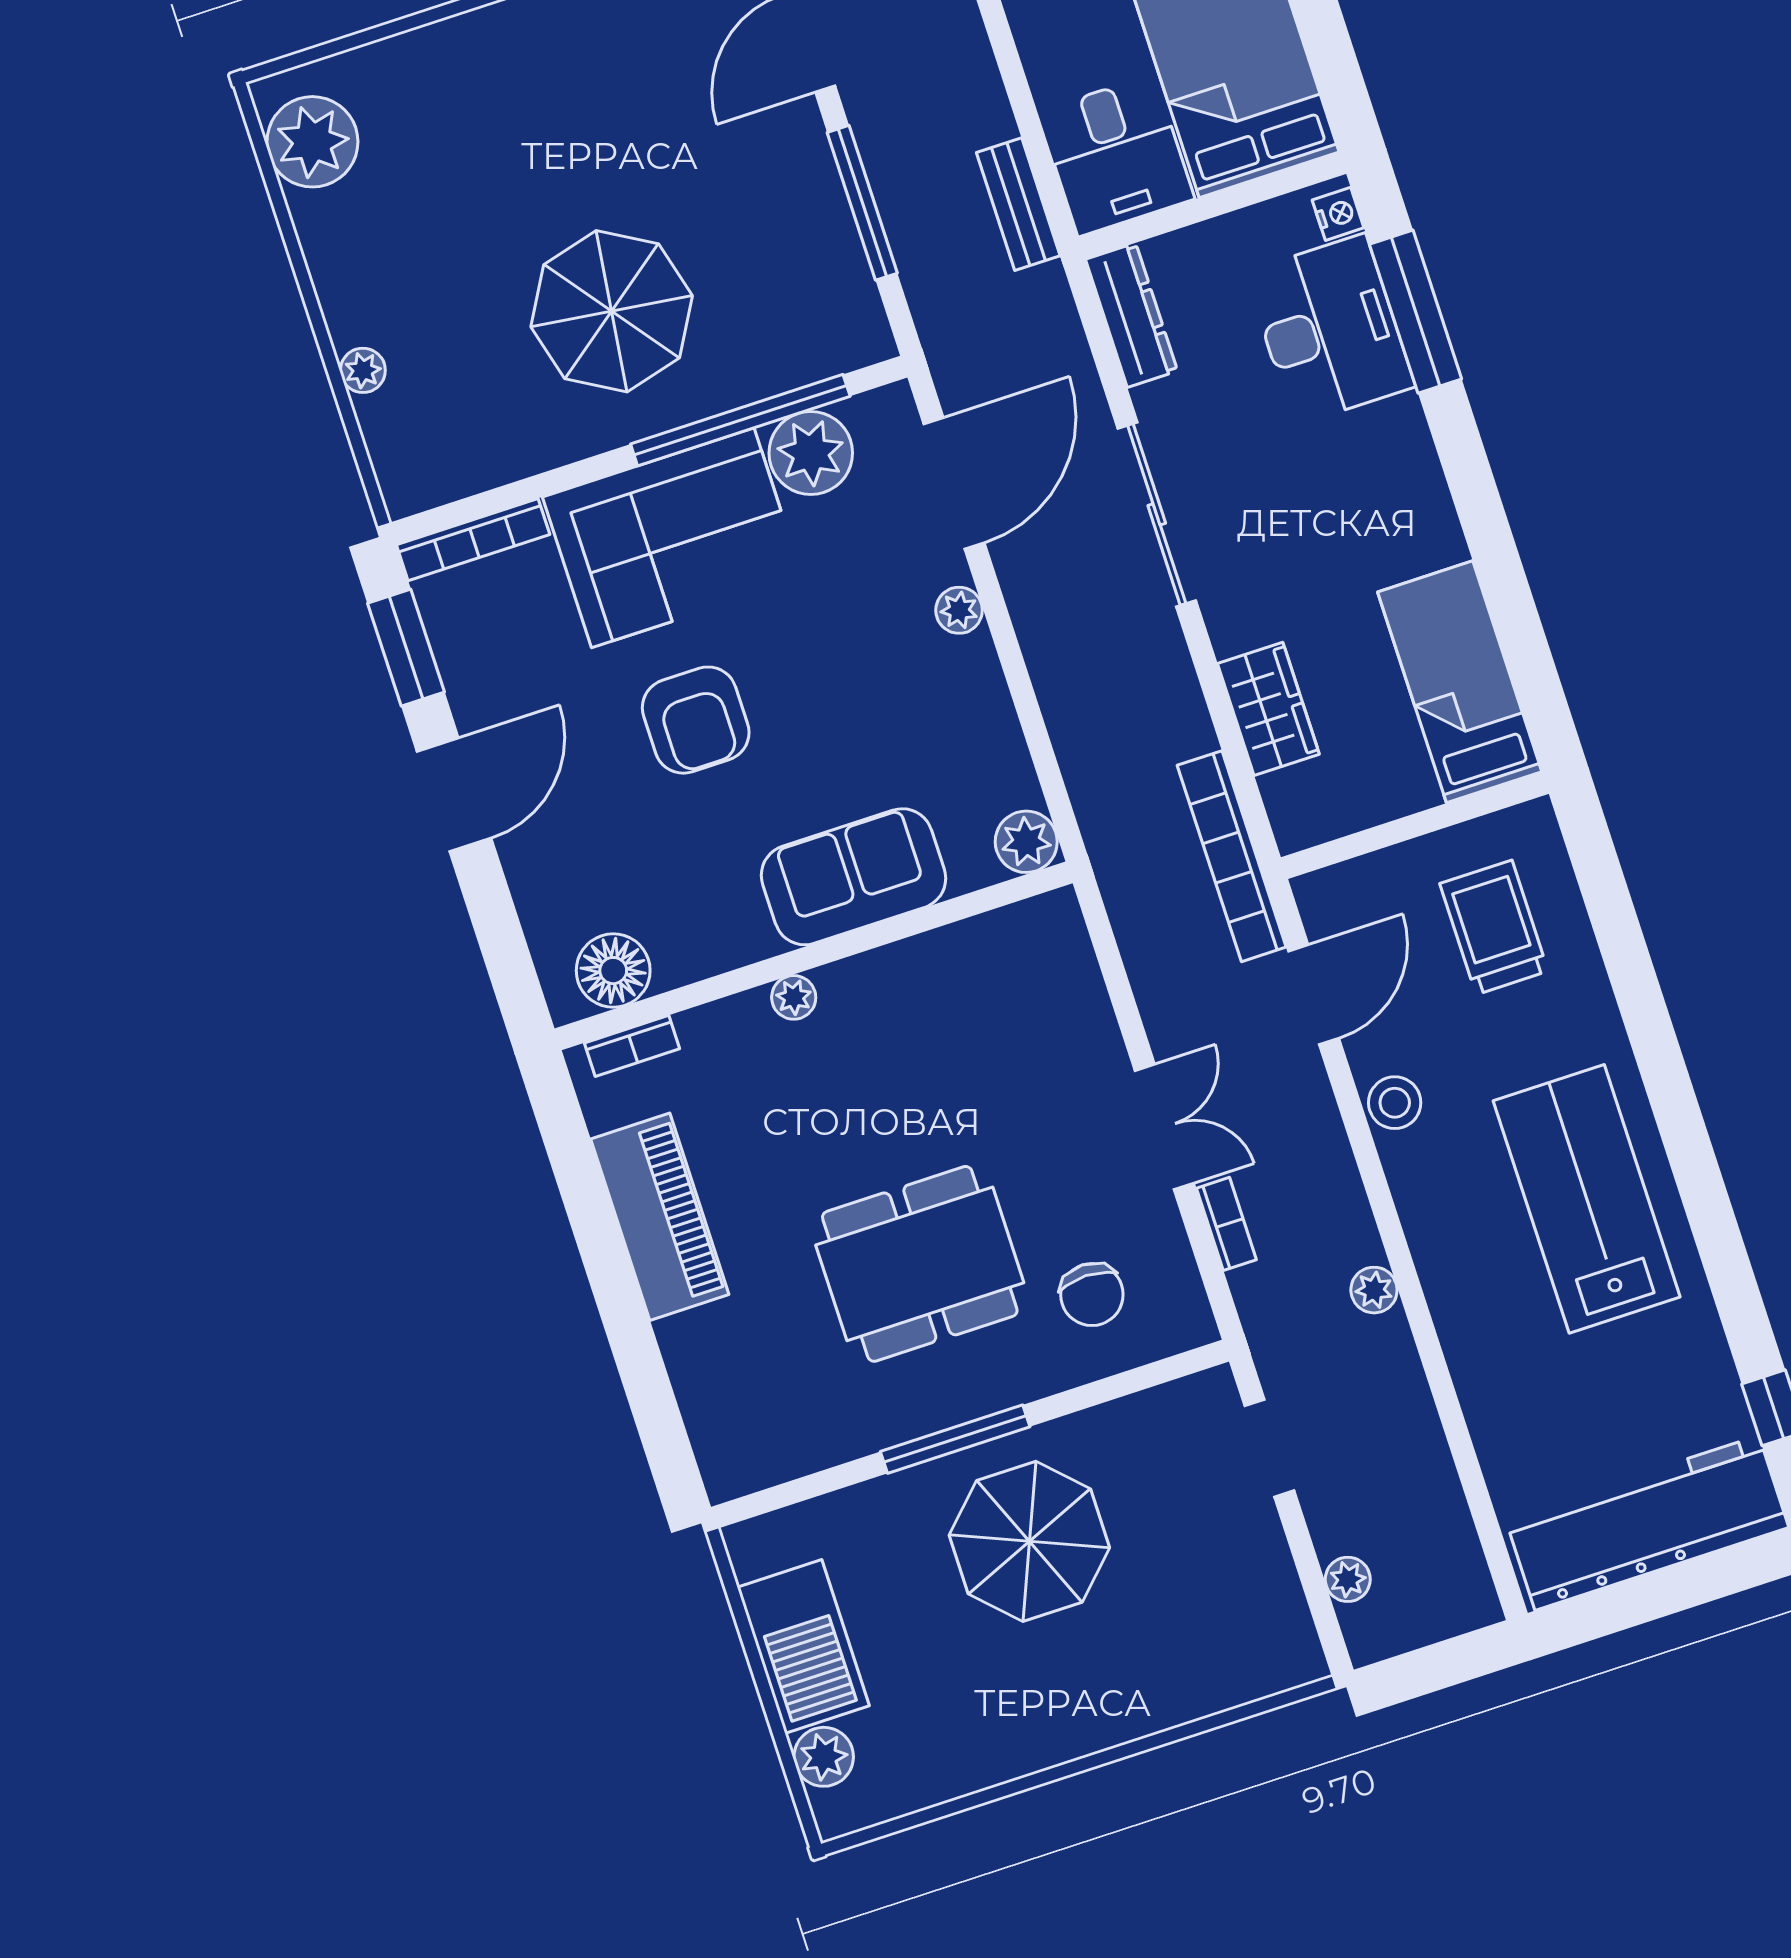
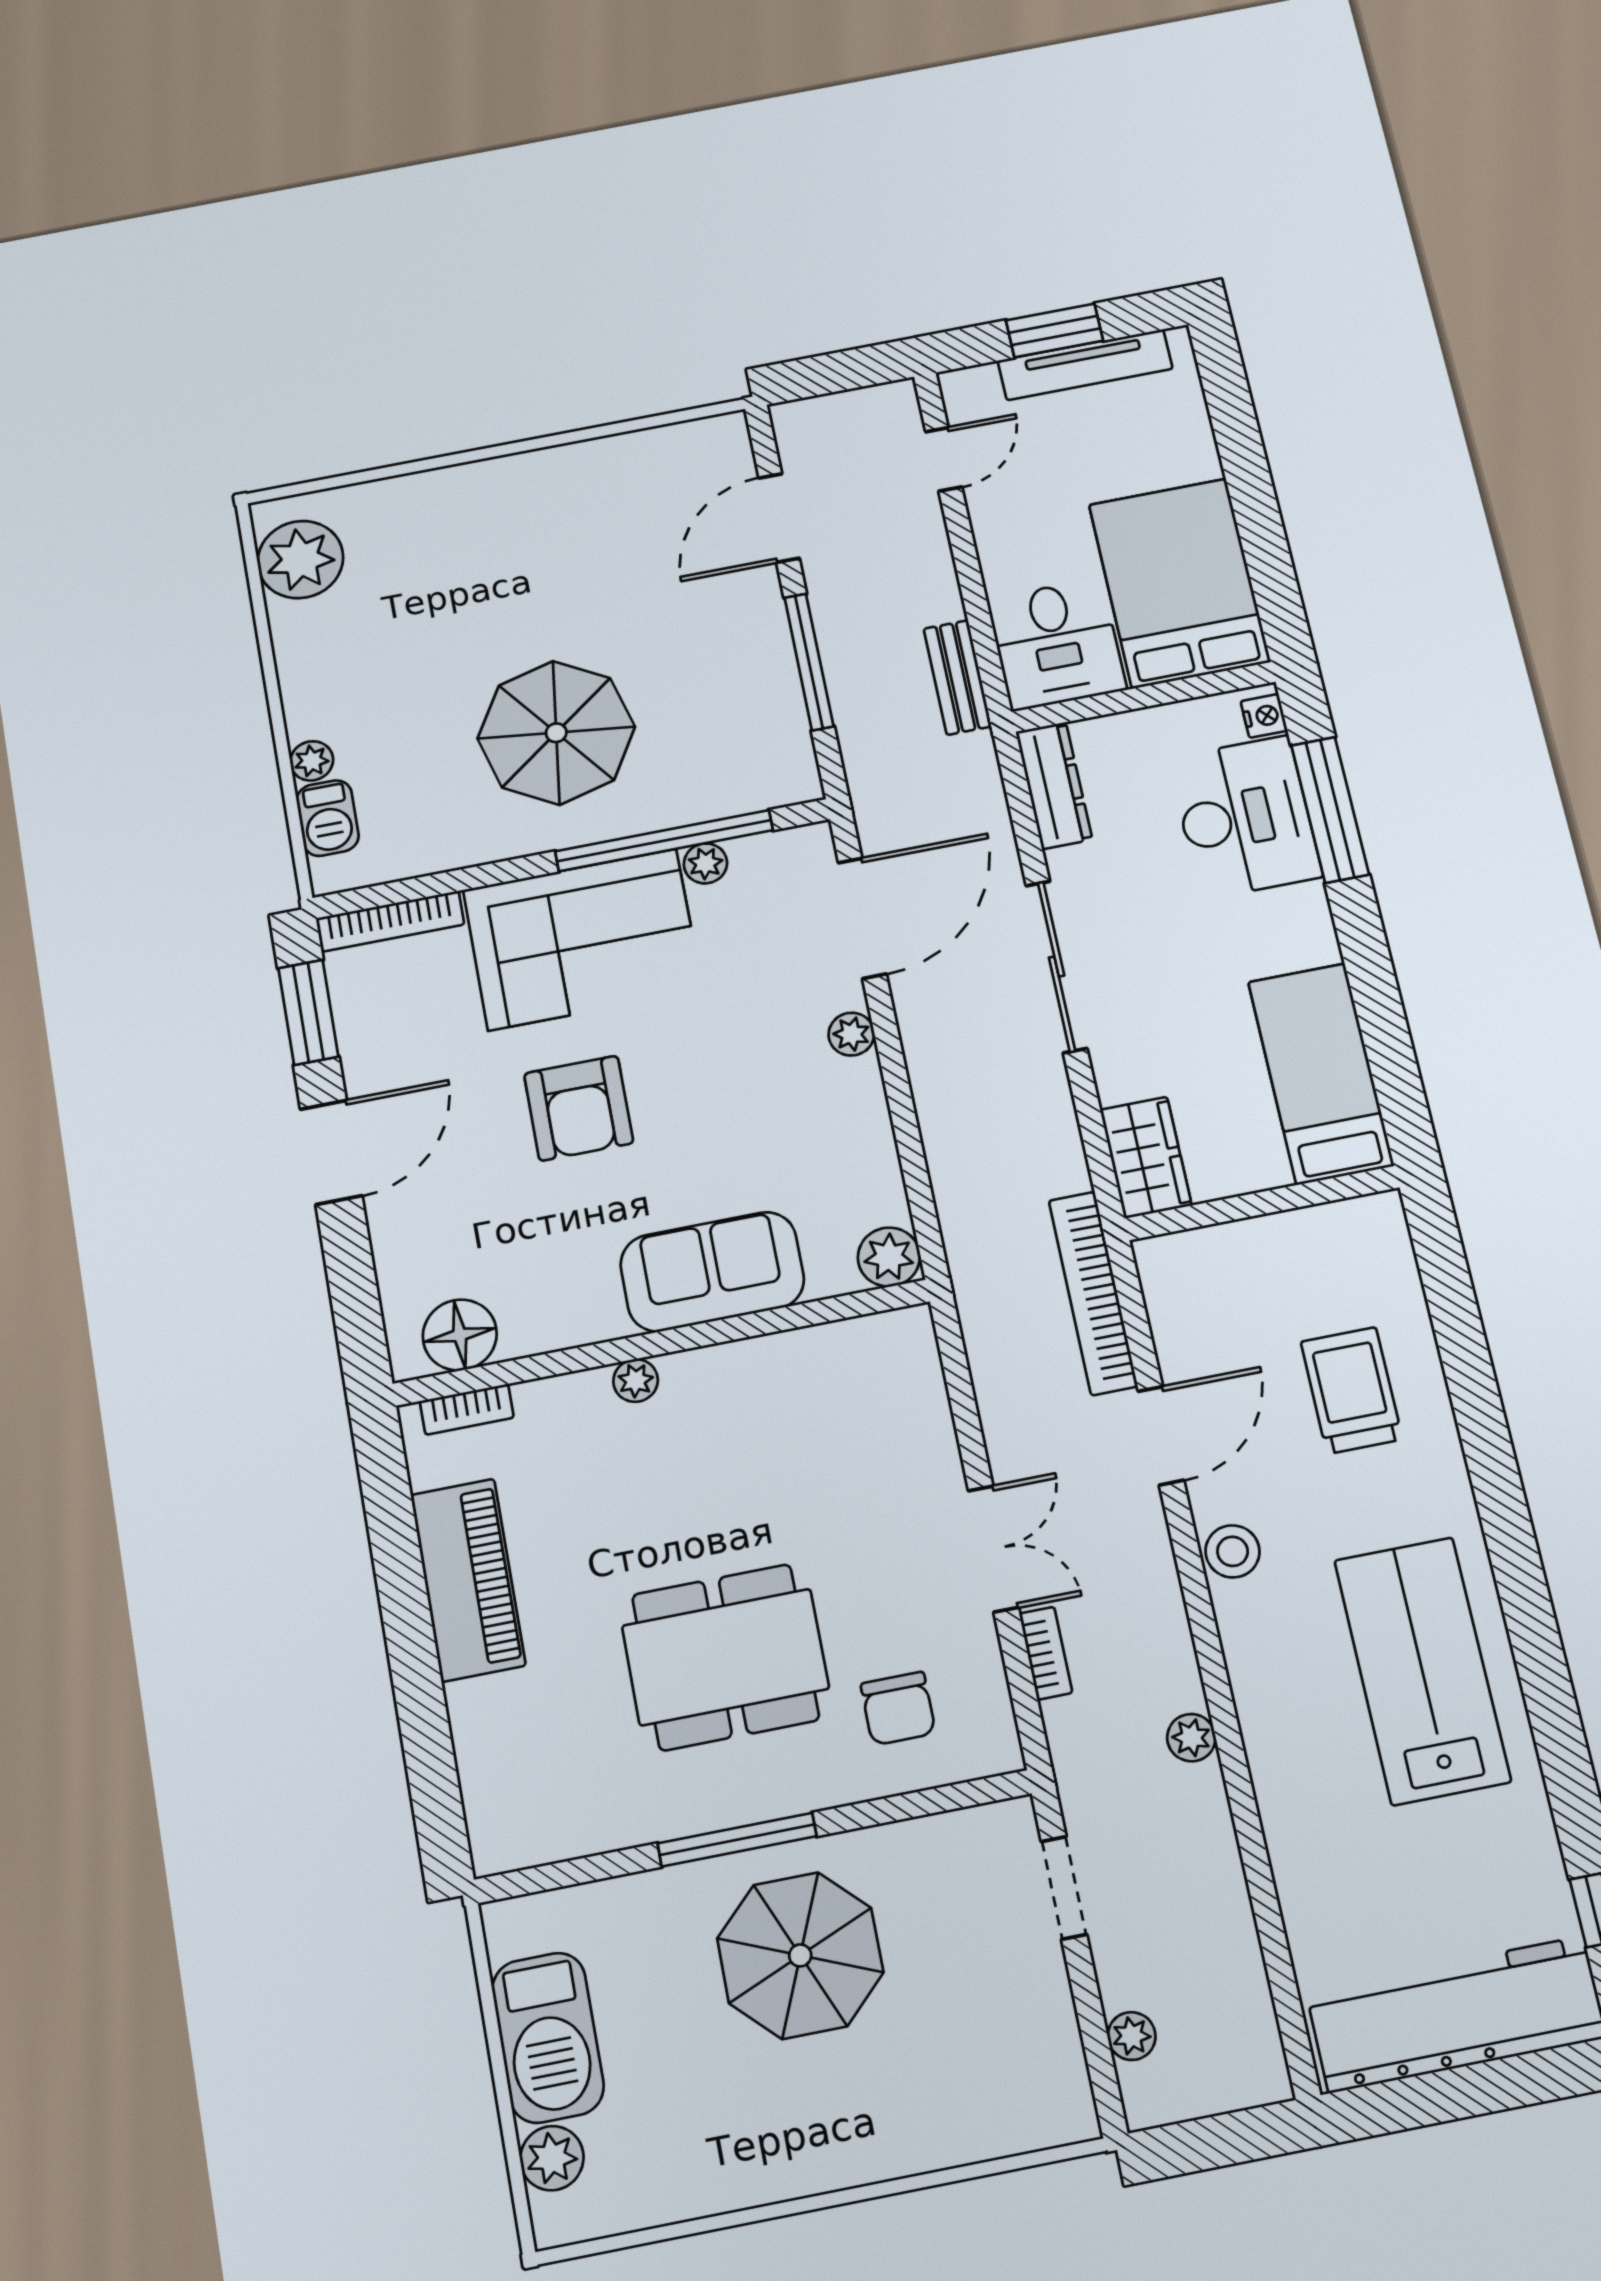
barbecue: (390, 433) -> (328, 818), added
plant: (811, 453) -> (705, 863), width x0.53, depth x0.53
bed: (1460, 682) -> (1321, 1073), moved
wall: (1415, 825) -> (1262, 1203), moved

